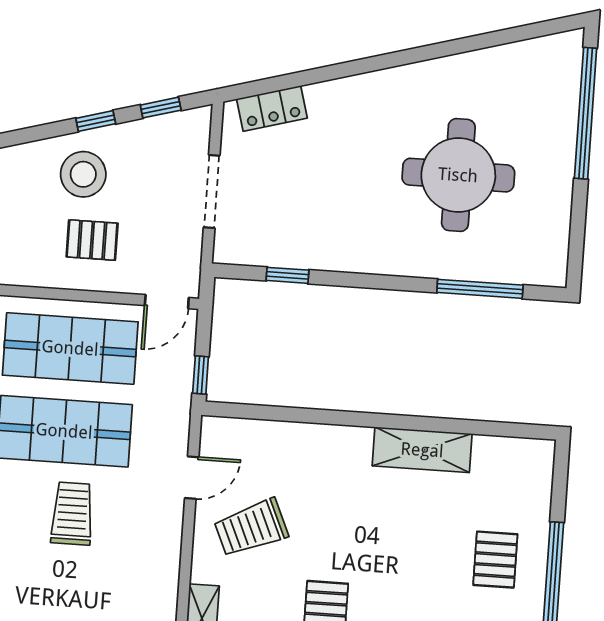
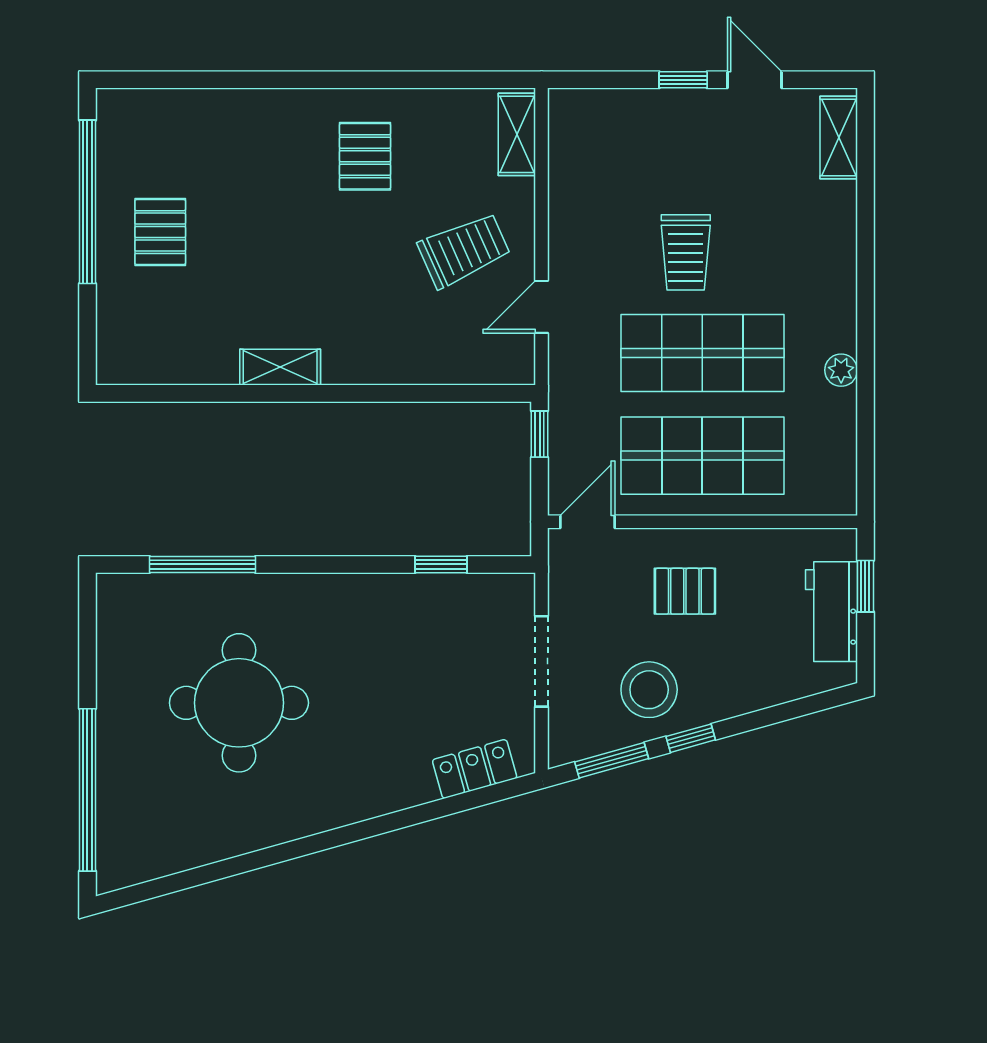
window: (161, 108) -> (612, 760), width x1.50
stool: (83, 174) -> (649, 690), moved
shelving: (422, 450) -> (280, 367), width x0.67, depth x0.75

